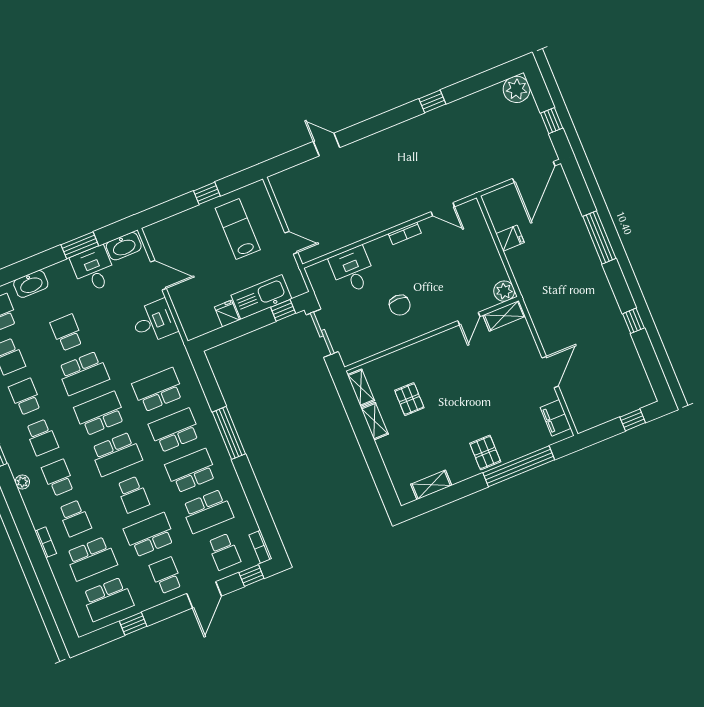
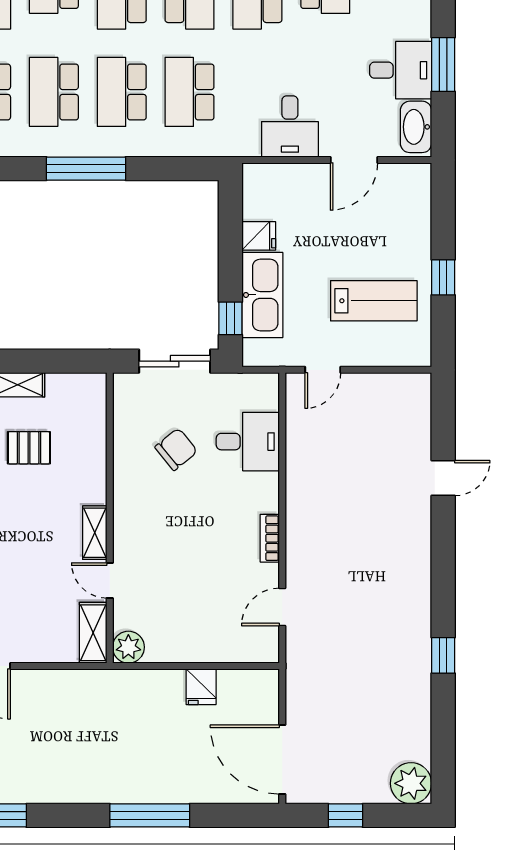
chair: (400, 305) -> (176, 449), moved, turned 141
shelving: (361, 388) -> (95, 533), moved, turned 90
school desk: (158, 390) -> (190, 92), turned 180
school desk: (174, 430) -> (122, 92), turned 180
school desk: (191, 471) -> (54, 92), turned 180

